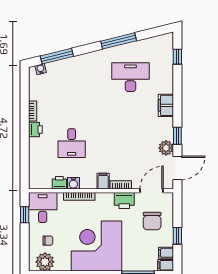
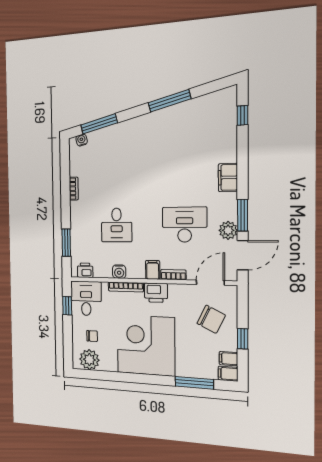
desk: (130, 77) -> (185, 225), moved
printer: (35, 130) -> (77, 210), removed
window: (177, 136) -> (243, 215), width x1.50
window: (25, 158) -> (66, 243), added
printer: (59, 183) -> (85, 270), moved
printer: (124, 200) -> (156, 293), moved
chair: (152, 221) -> (211, 319), turned -64

